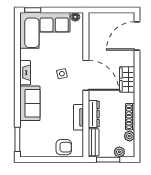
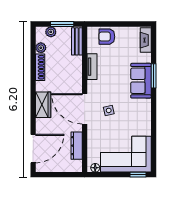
fireplace: (25, 73) -> (146, 40), moved
dresser: (94, 114) -> (77, 146), moved
window: (17, 139) -> (154, 76), moved

